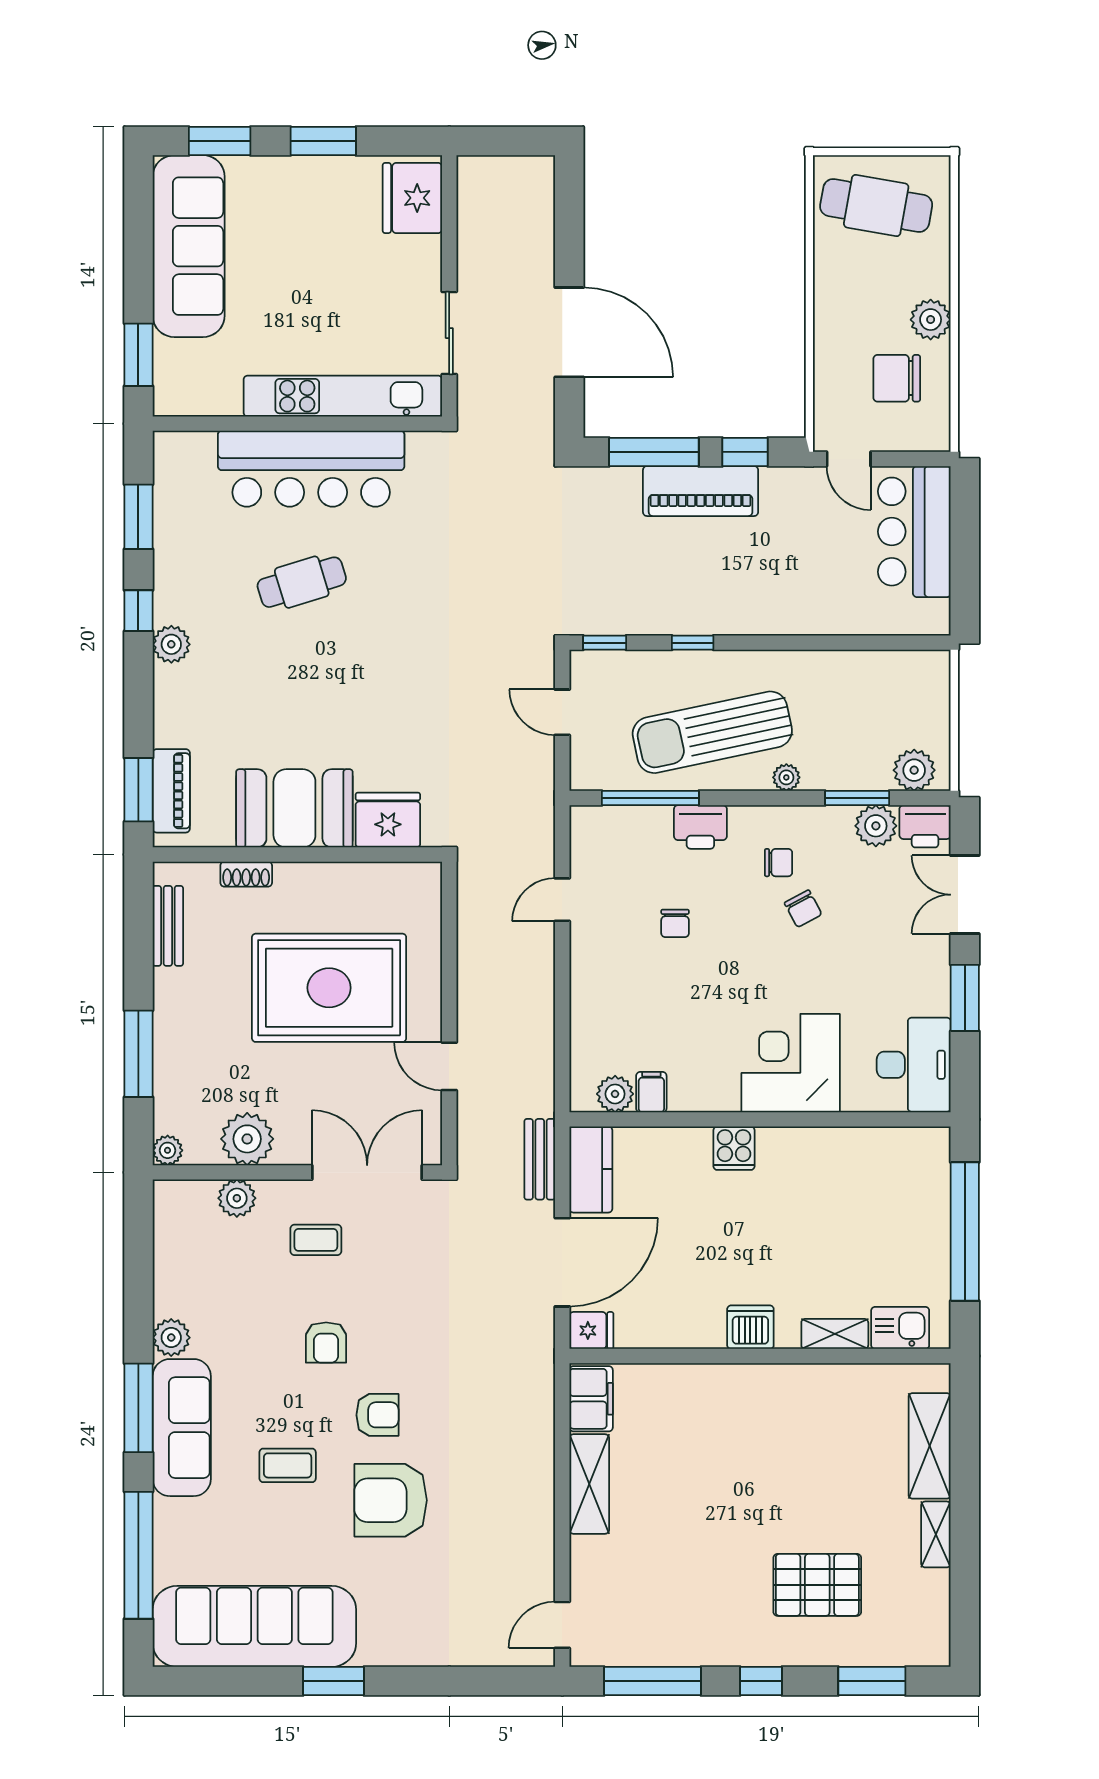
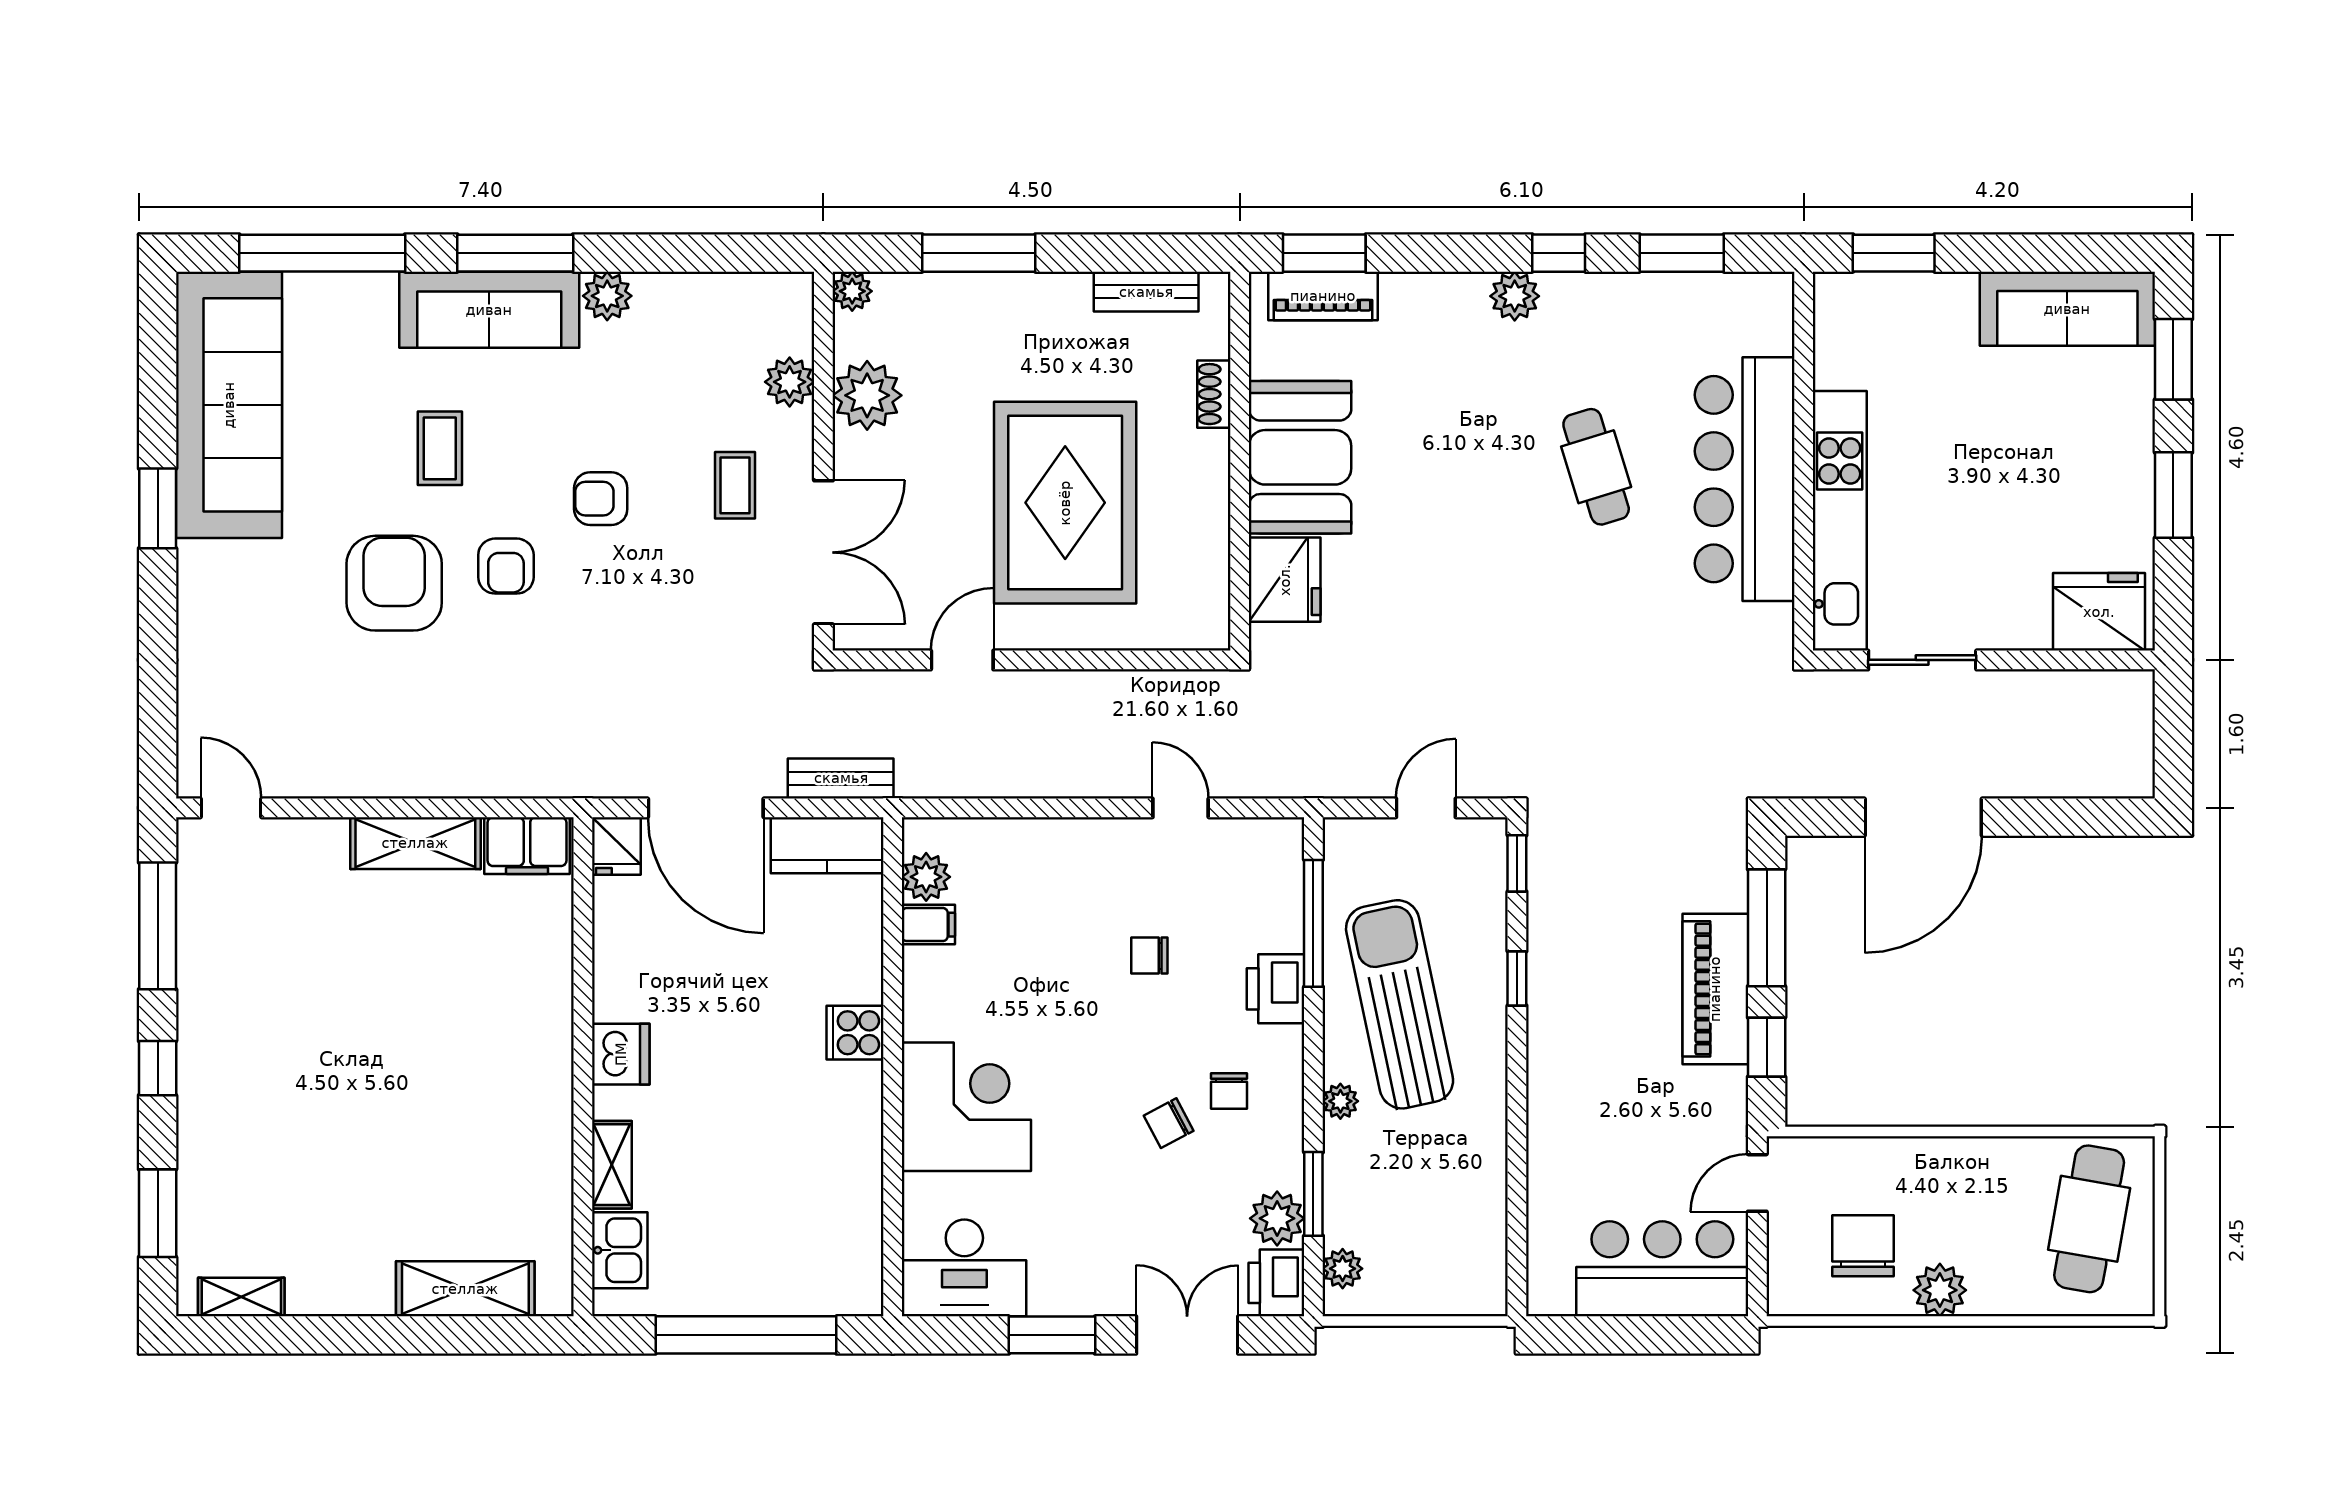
sofa: (189, 246) -> (2067, 309), width x0.74, depth x0.79
plant: (914, 770) -> (1343, 1269), width x0.73, depth x0.73
shelving: (936, 1534) -> (241, 1297), moved
pallet: (817, 1585) -> (283, 1142), removed

